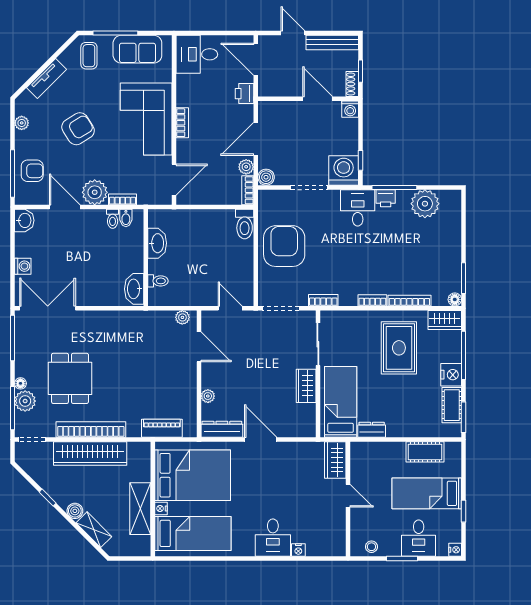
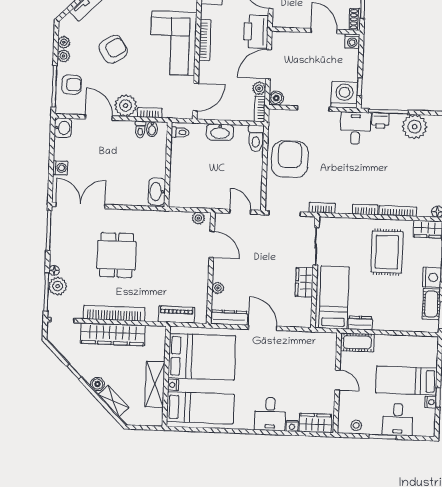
printer: (244, 94) -> (256, 32), width x1.87, depth x1.48
bookcase: (182, 123) -> (205, 40), width x1.56
plant: (22, 138) -> (64, 56), added
washbasin: (157, 243) -> (220, 132), moved, turned 90
toilet: (158, 281) -> (180, 132), moved
dining table: (70, 378) -> (116, 255), moved
cot: (425, 452) -> (357, 342), moved
wardrobe: (335, 460) -> (315, 423), moved, turned 90
nightstand: (455, 550) -> (430, 402), moved

